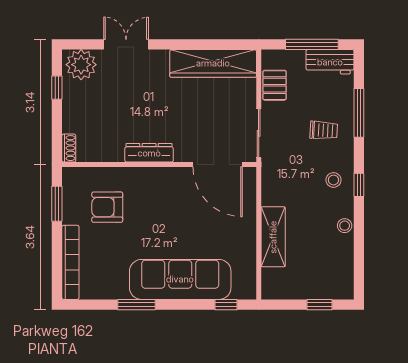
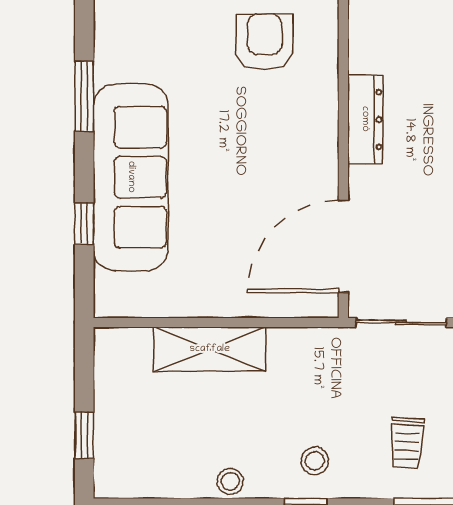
window: (226, 305) -> (84, 224), moved

